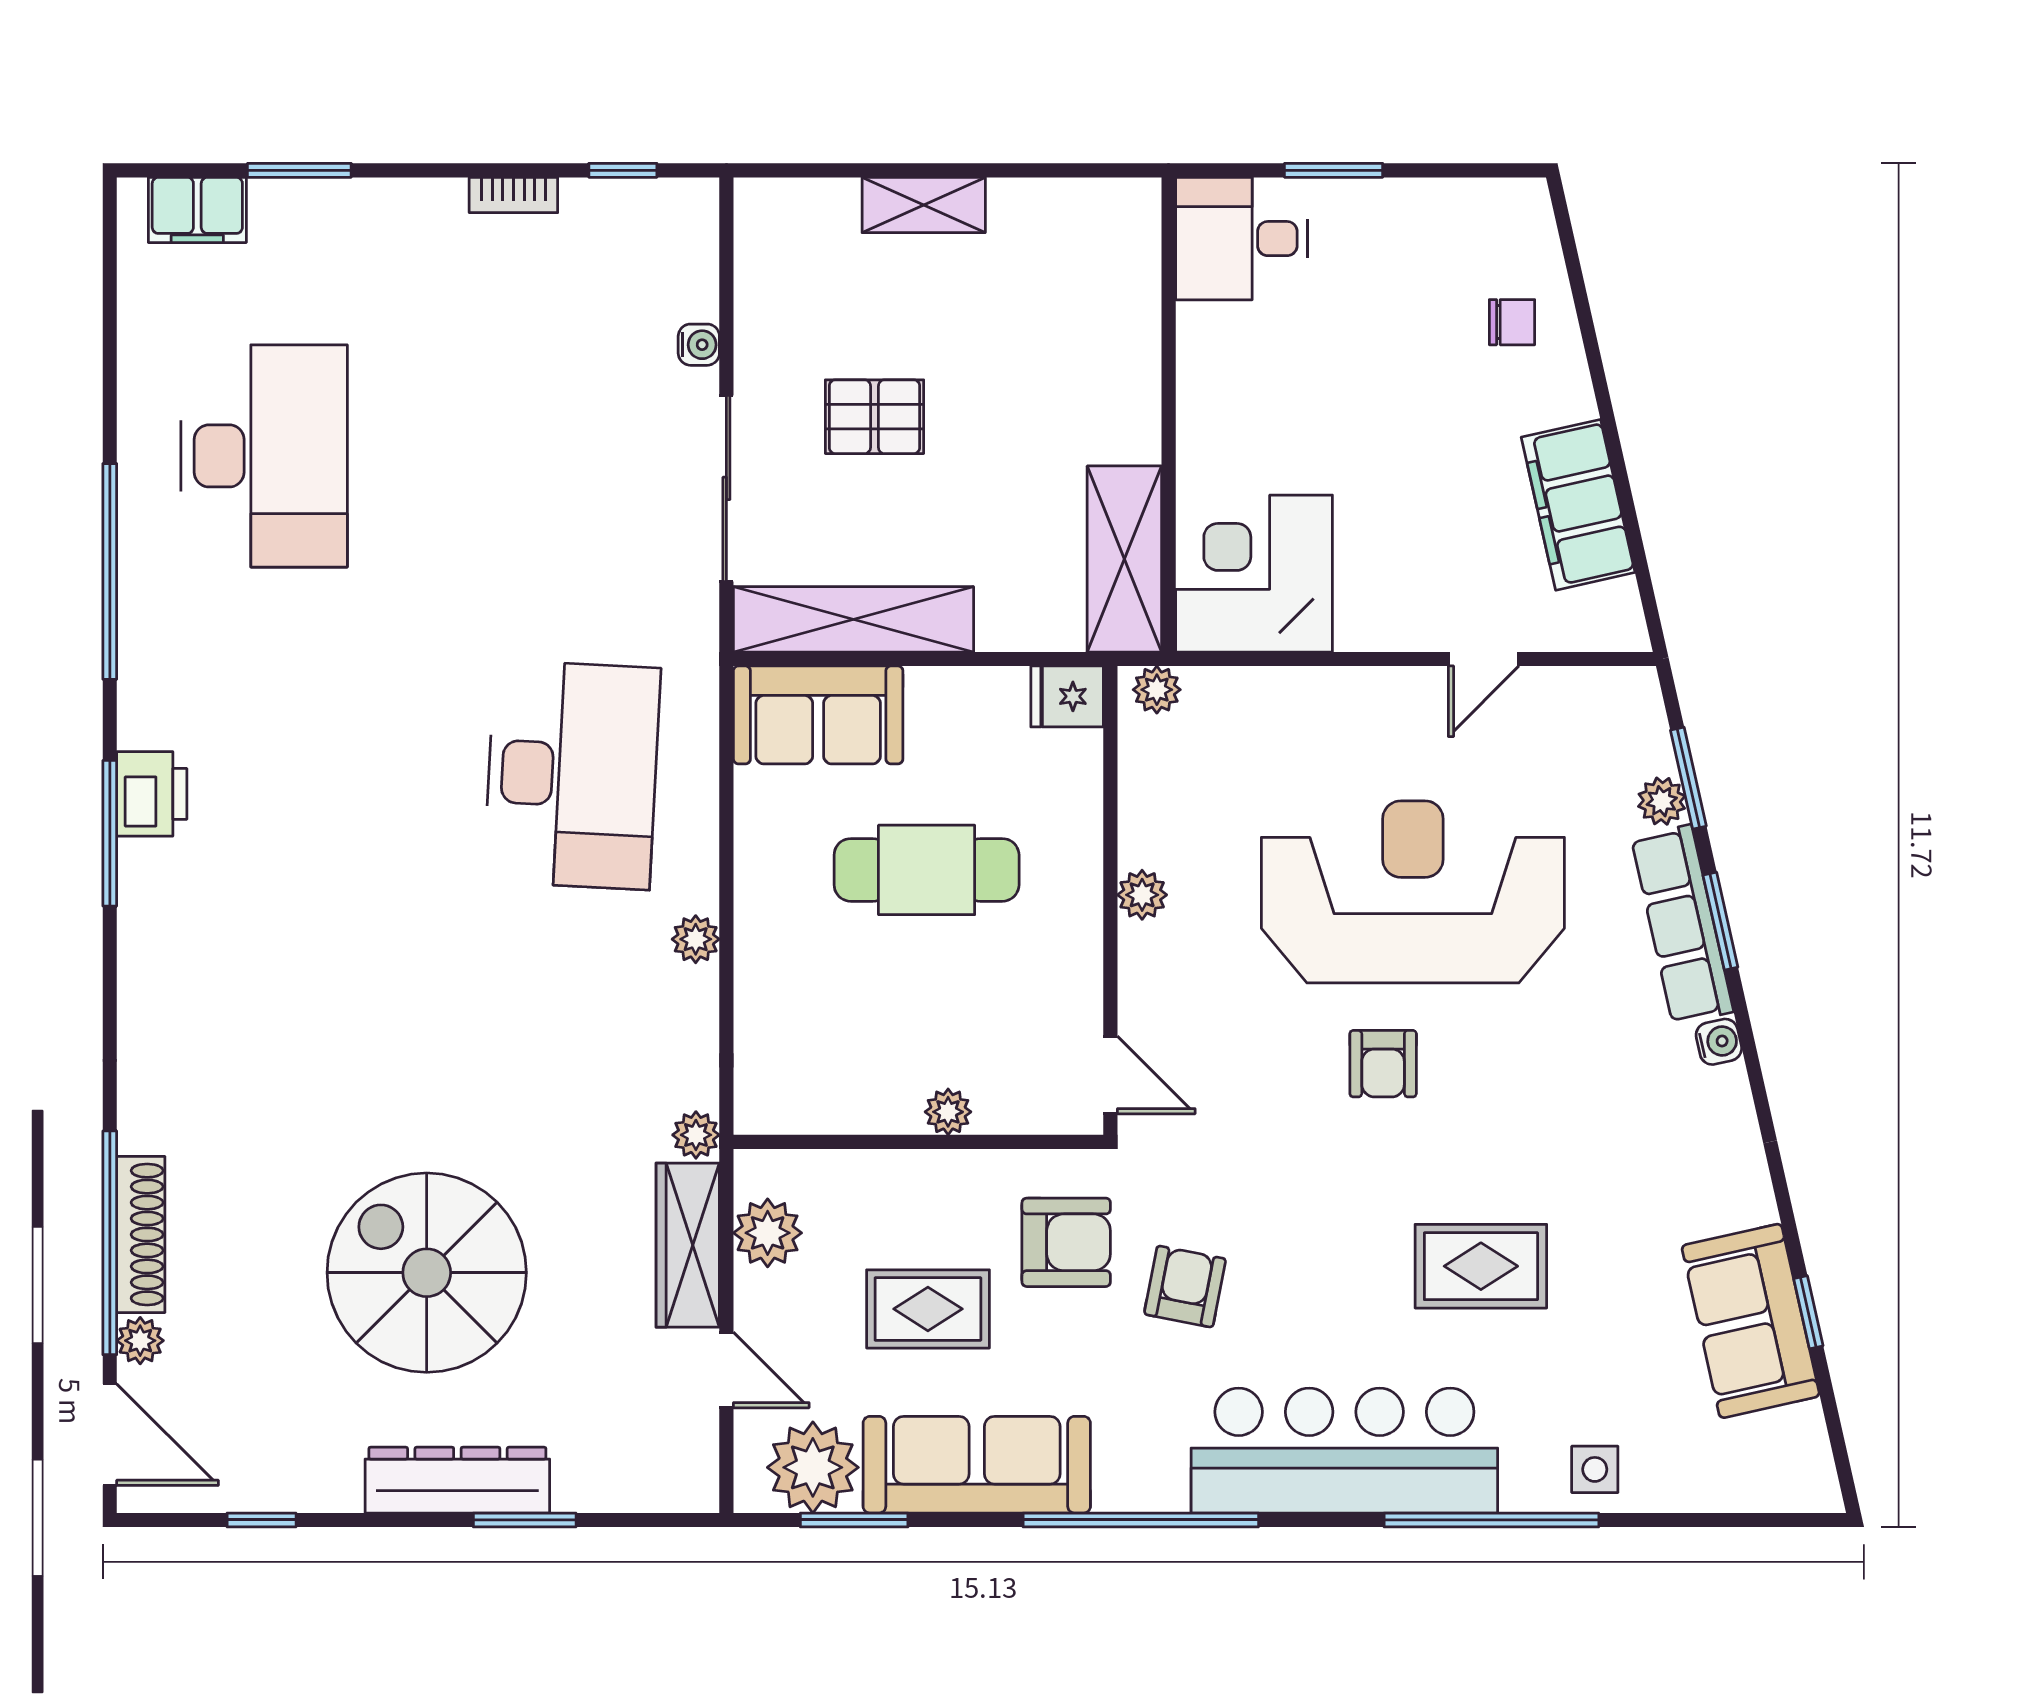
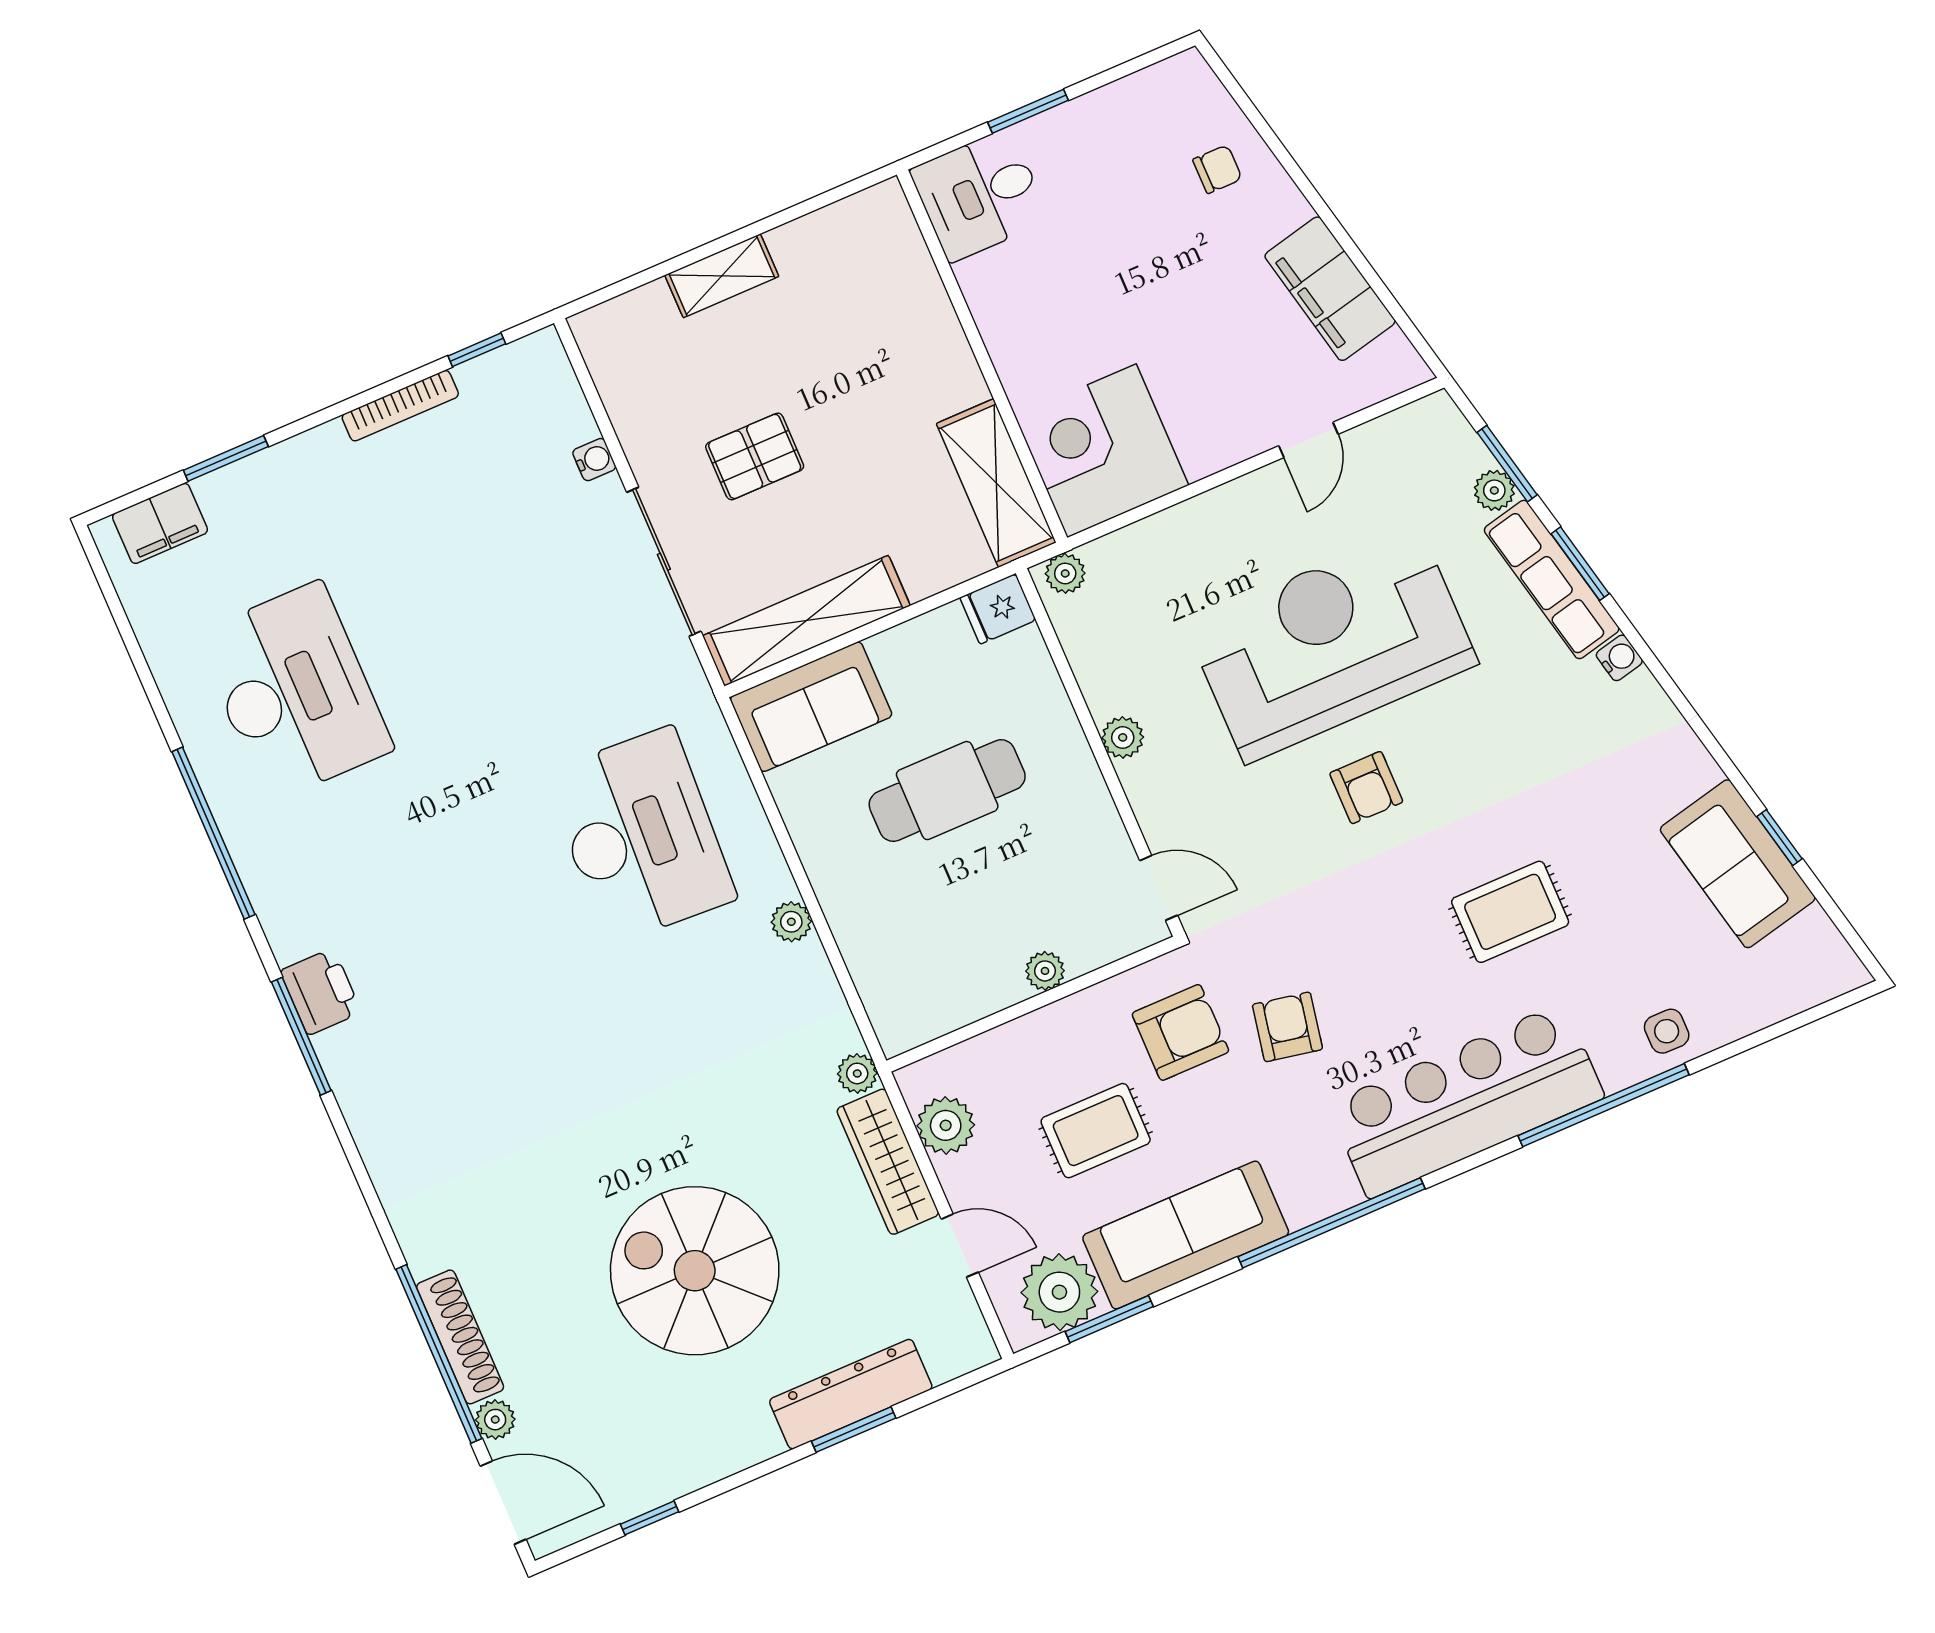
bookcase: (513, 195) -> (400, 406), width x1.56
dresser: (457, 1480) -> (851, 1394), moved

